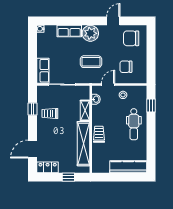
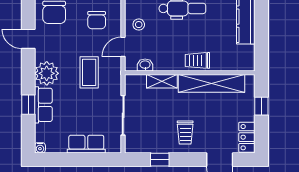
window: (69, 21) -> (28, 105), added
row of seats: (43, 71) -> (86, 144), moved
door: (108, 84) -> (123, 47), hinge flipped
trolley: (50, 113) -> (185, 132), moved

